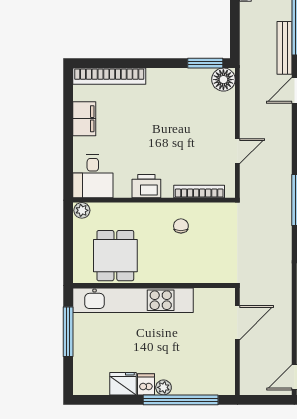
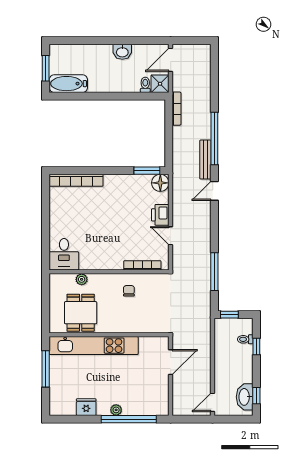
filing cabinet: (84, 119) -> (58, 212), removed
door: (237, 151) -> (171, 236), swing flipped
printer: (146, 186) -> (160, 215), moved, turned -90
plant: (82, 210) -> (82, 279), moved
dishwasher: (146, 384) -> (103, 408), removed

